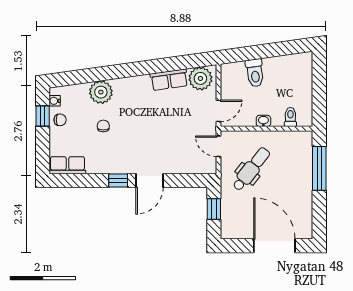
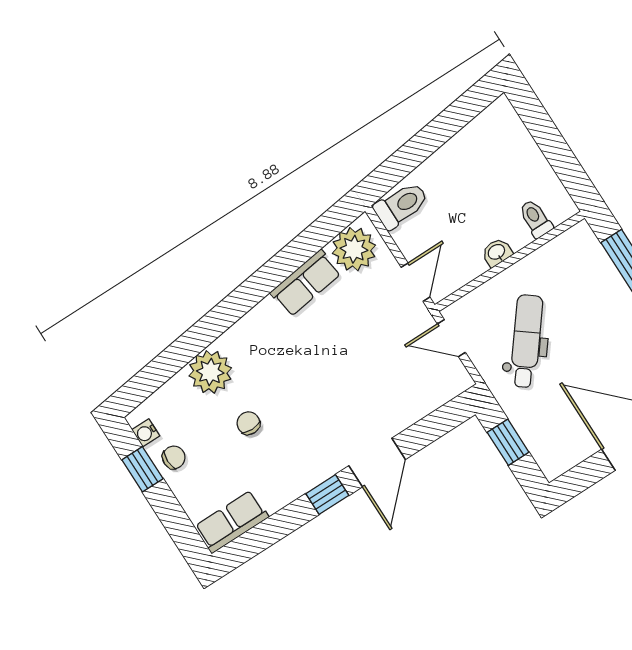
toilet: (255, 73) -> (401, 205), moved, turned -82

